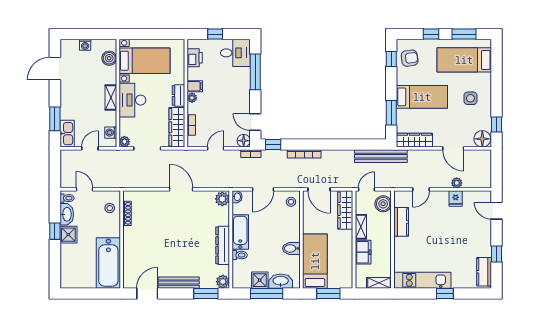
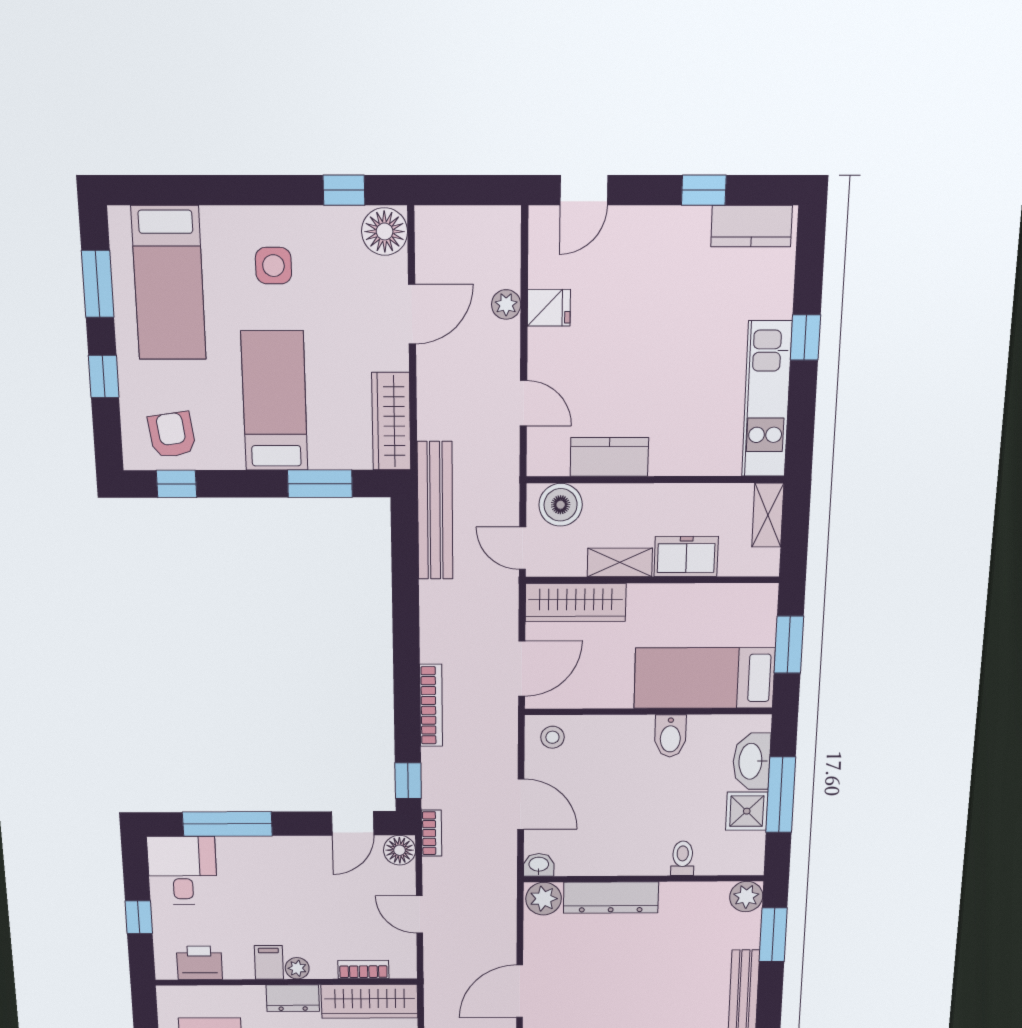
bathtub: (240, 232) -> (626, 857), removed
dresser: (223, 245) -> (611, 898), moved

